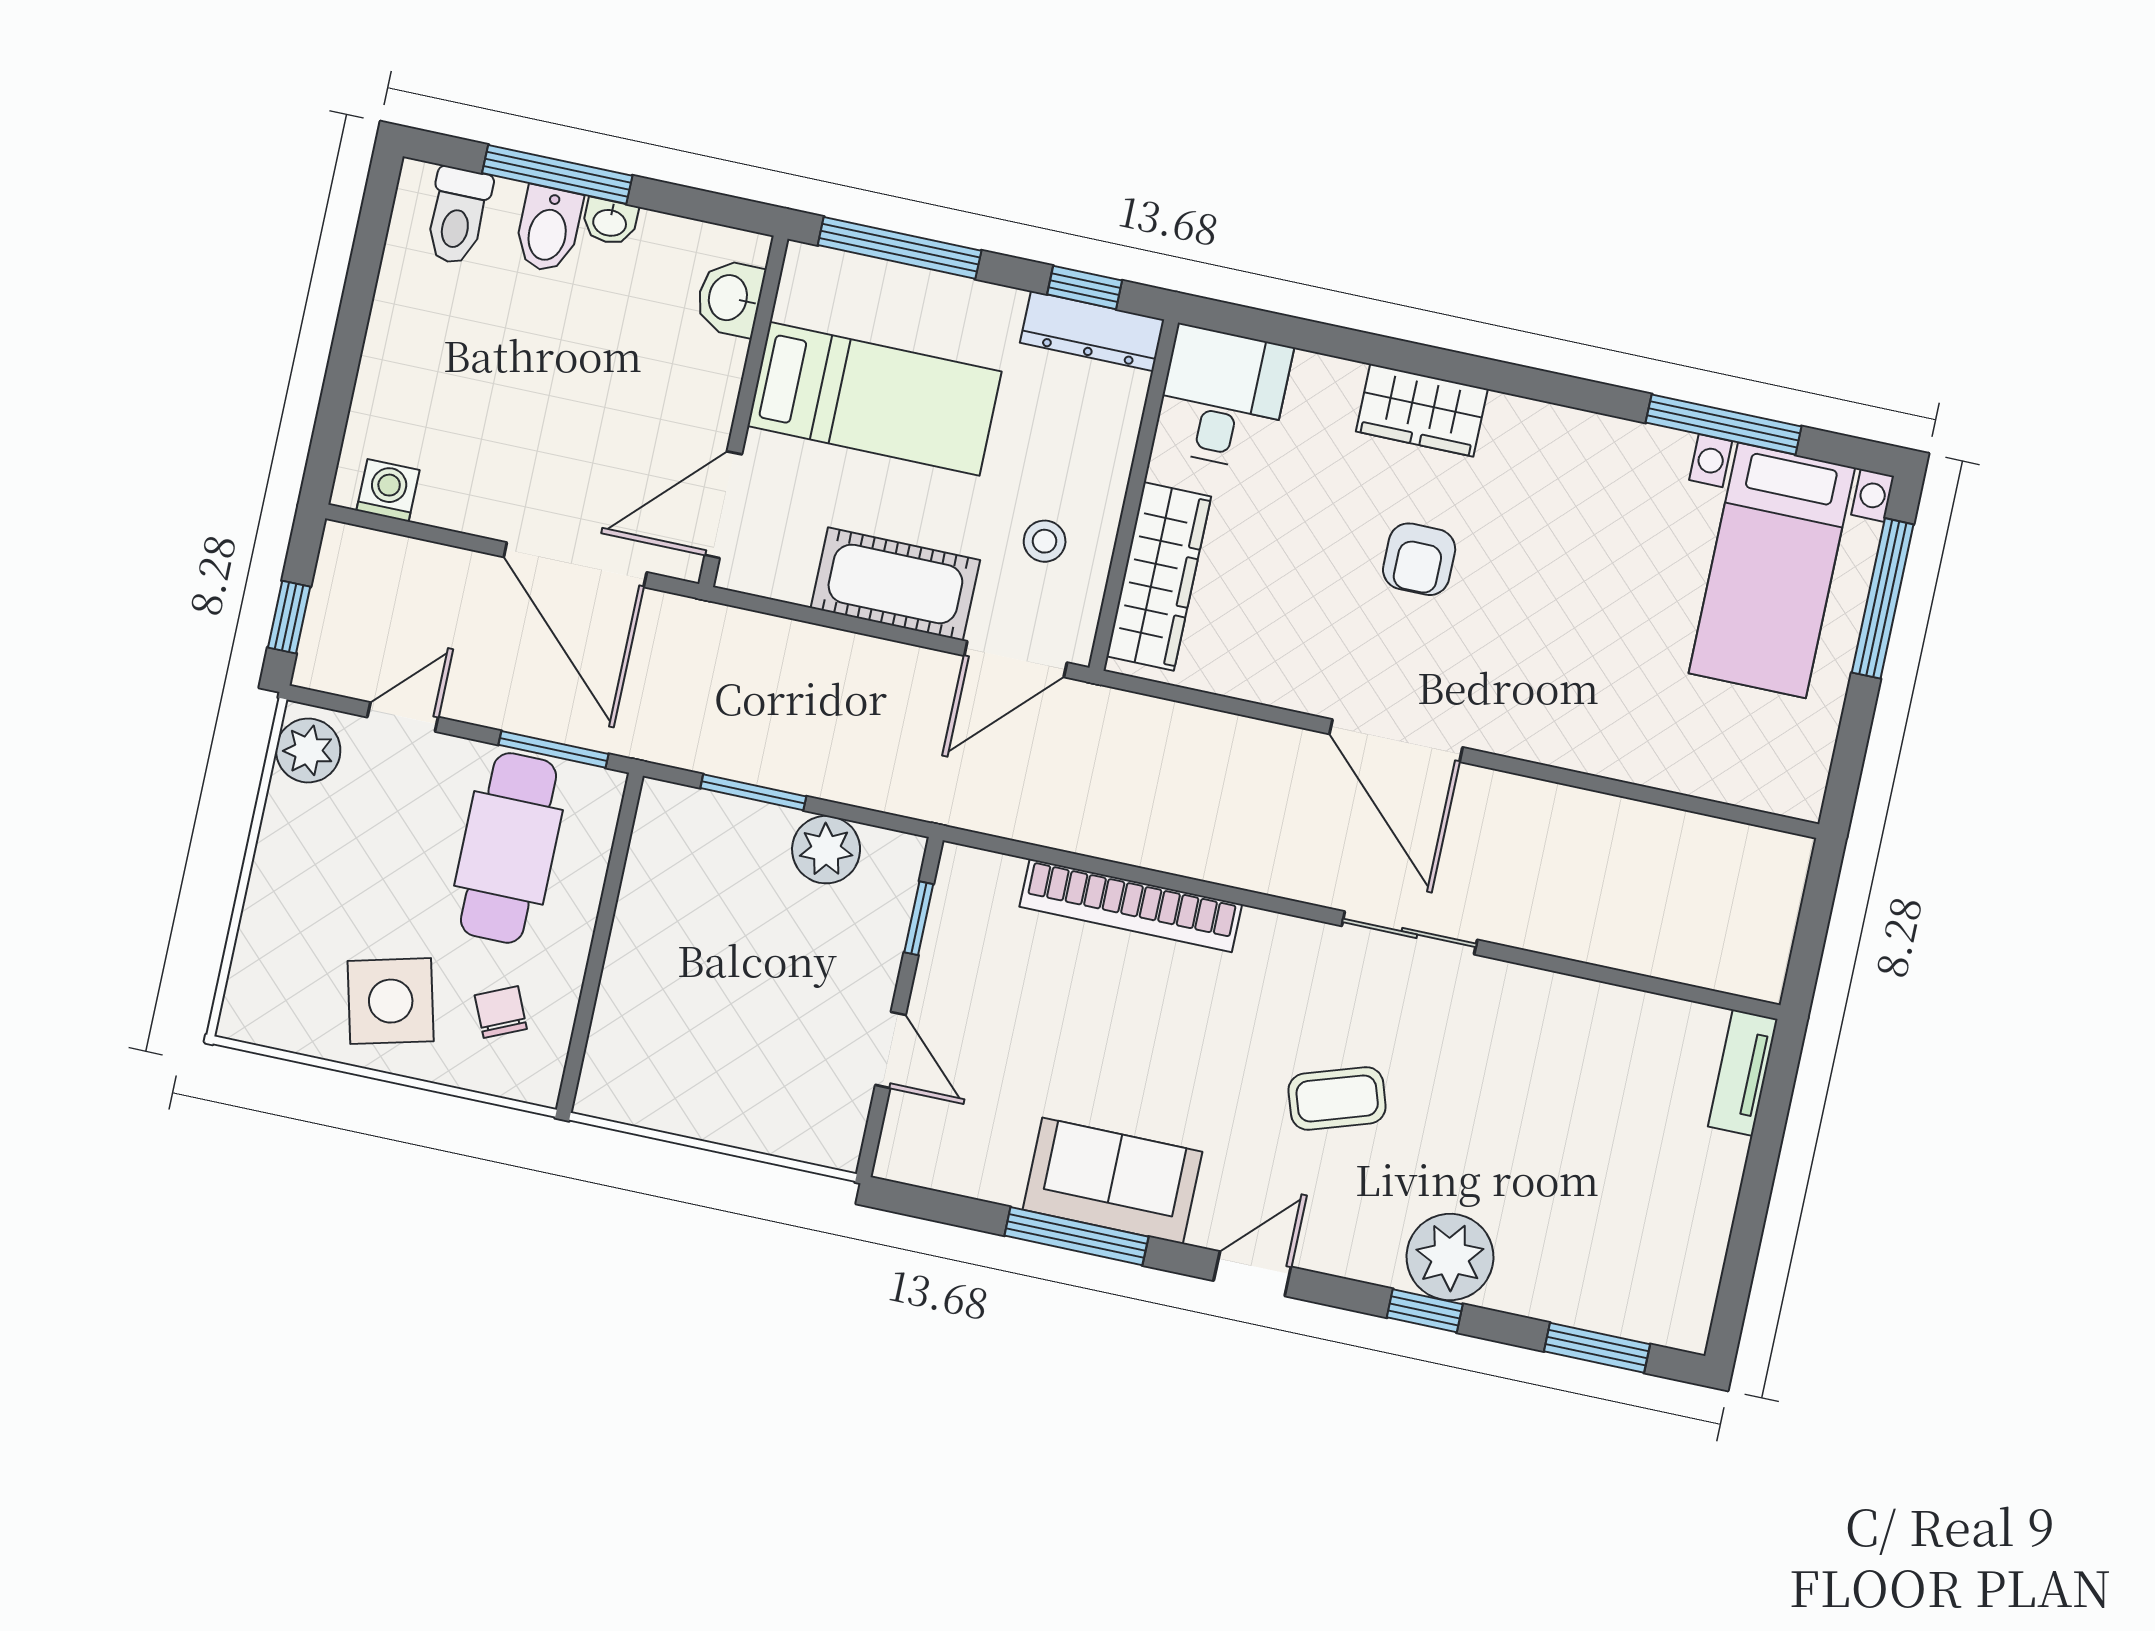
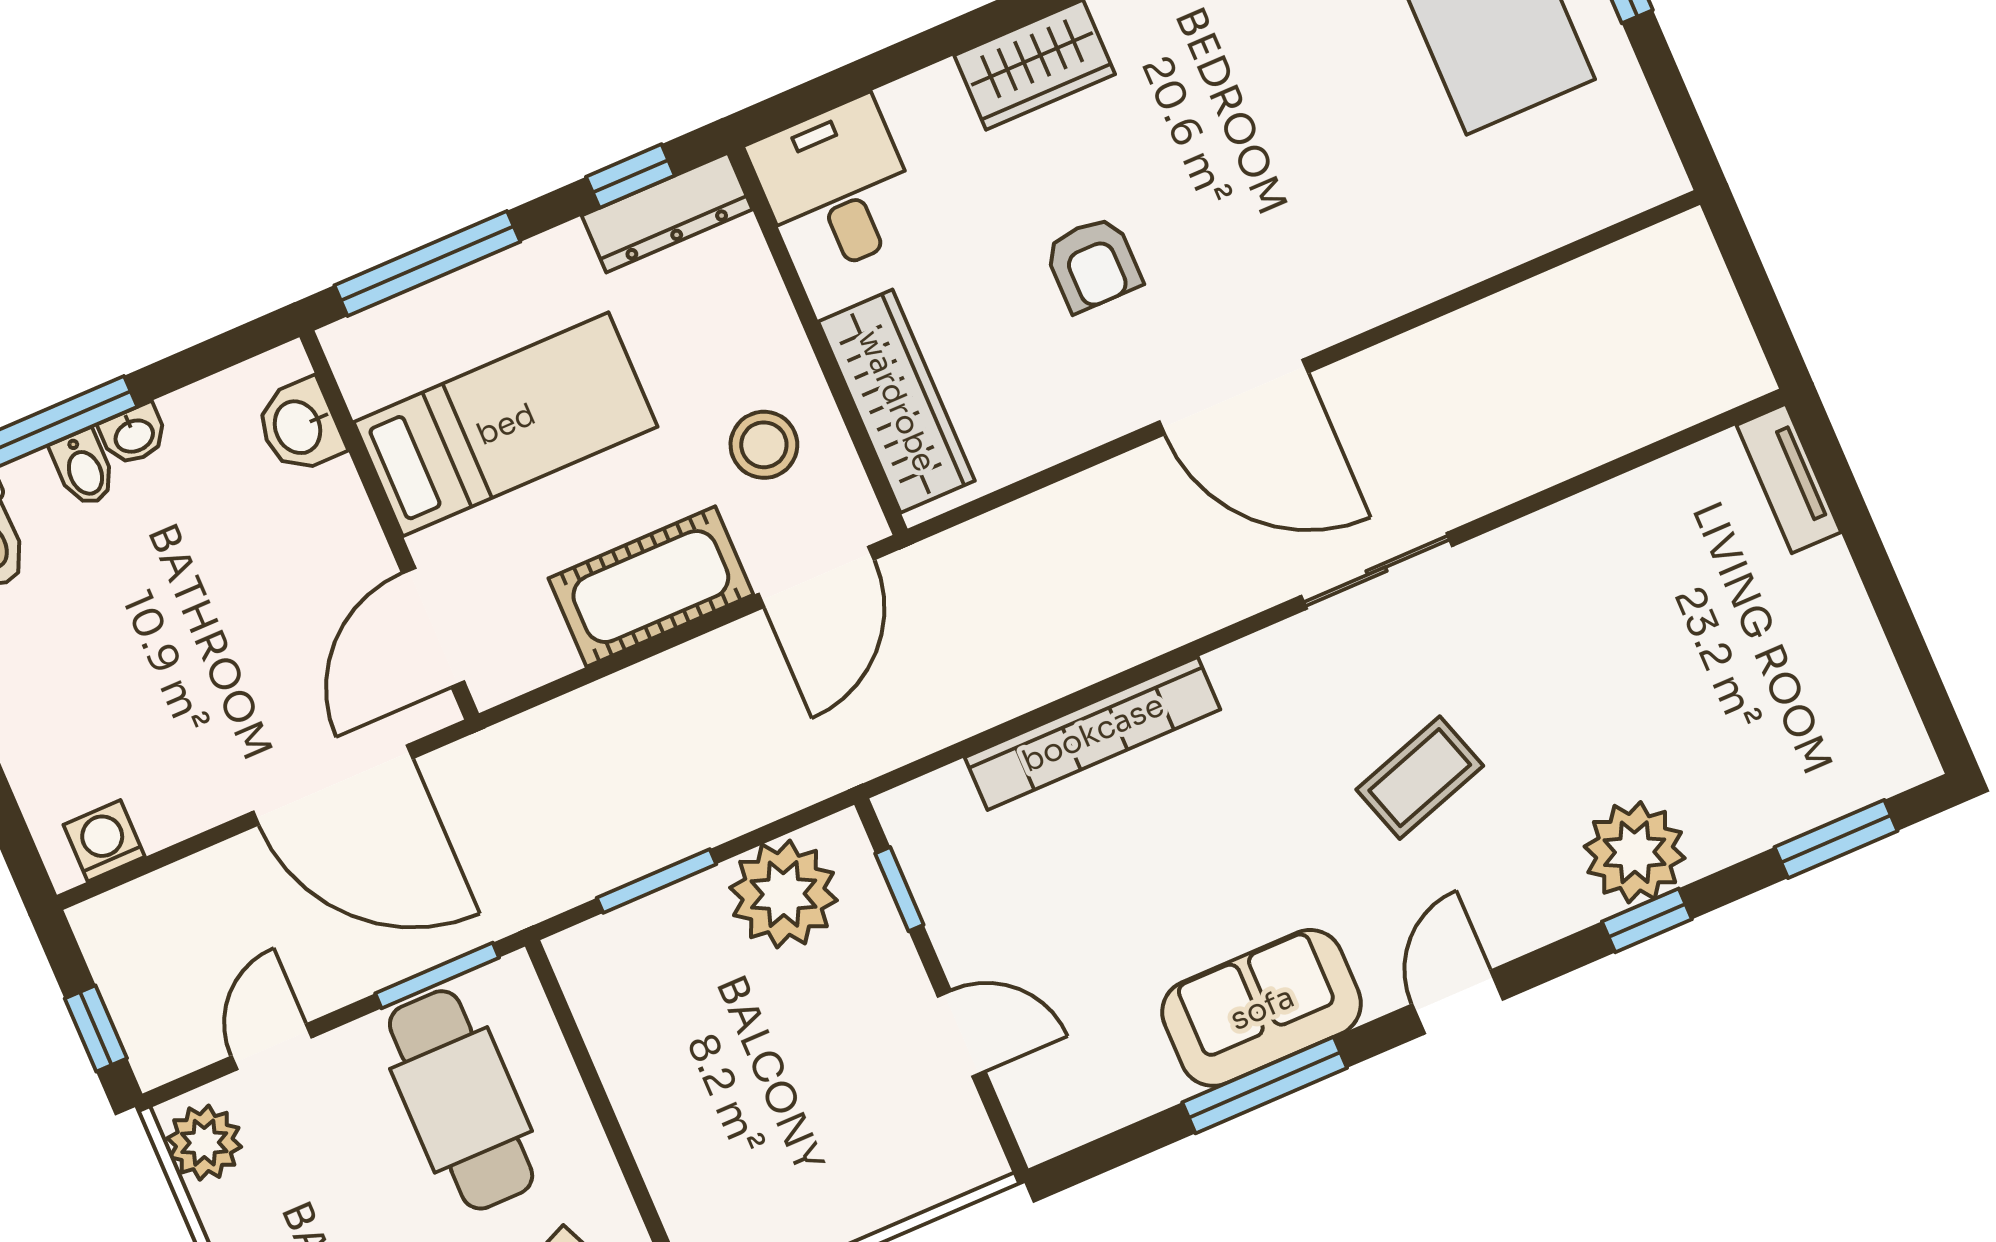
bidet: (548, 229) -> (84, 468), width x0.72, depth x0.74
stool: (1045, 541) -> (764, 445), width x1.37, depth x1.37
armchair: (1419, 559) -> (1093, 264), moved
plant: (826, 850) -> (784, 894), width x1.36, depth x1.36

